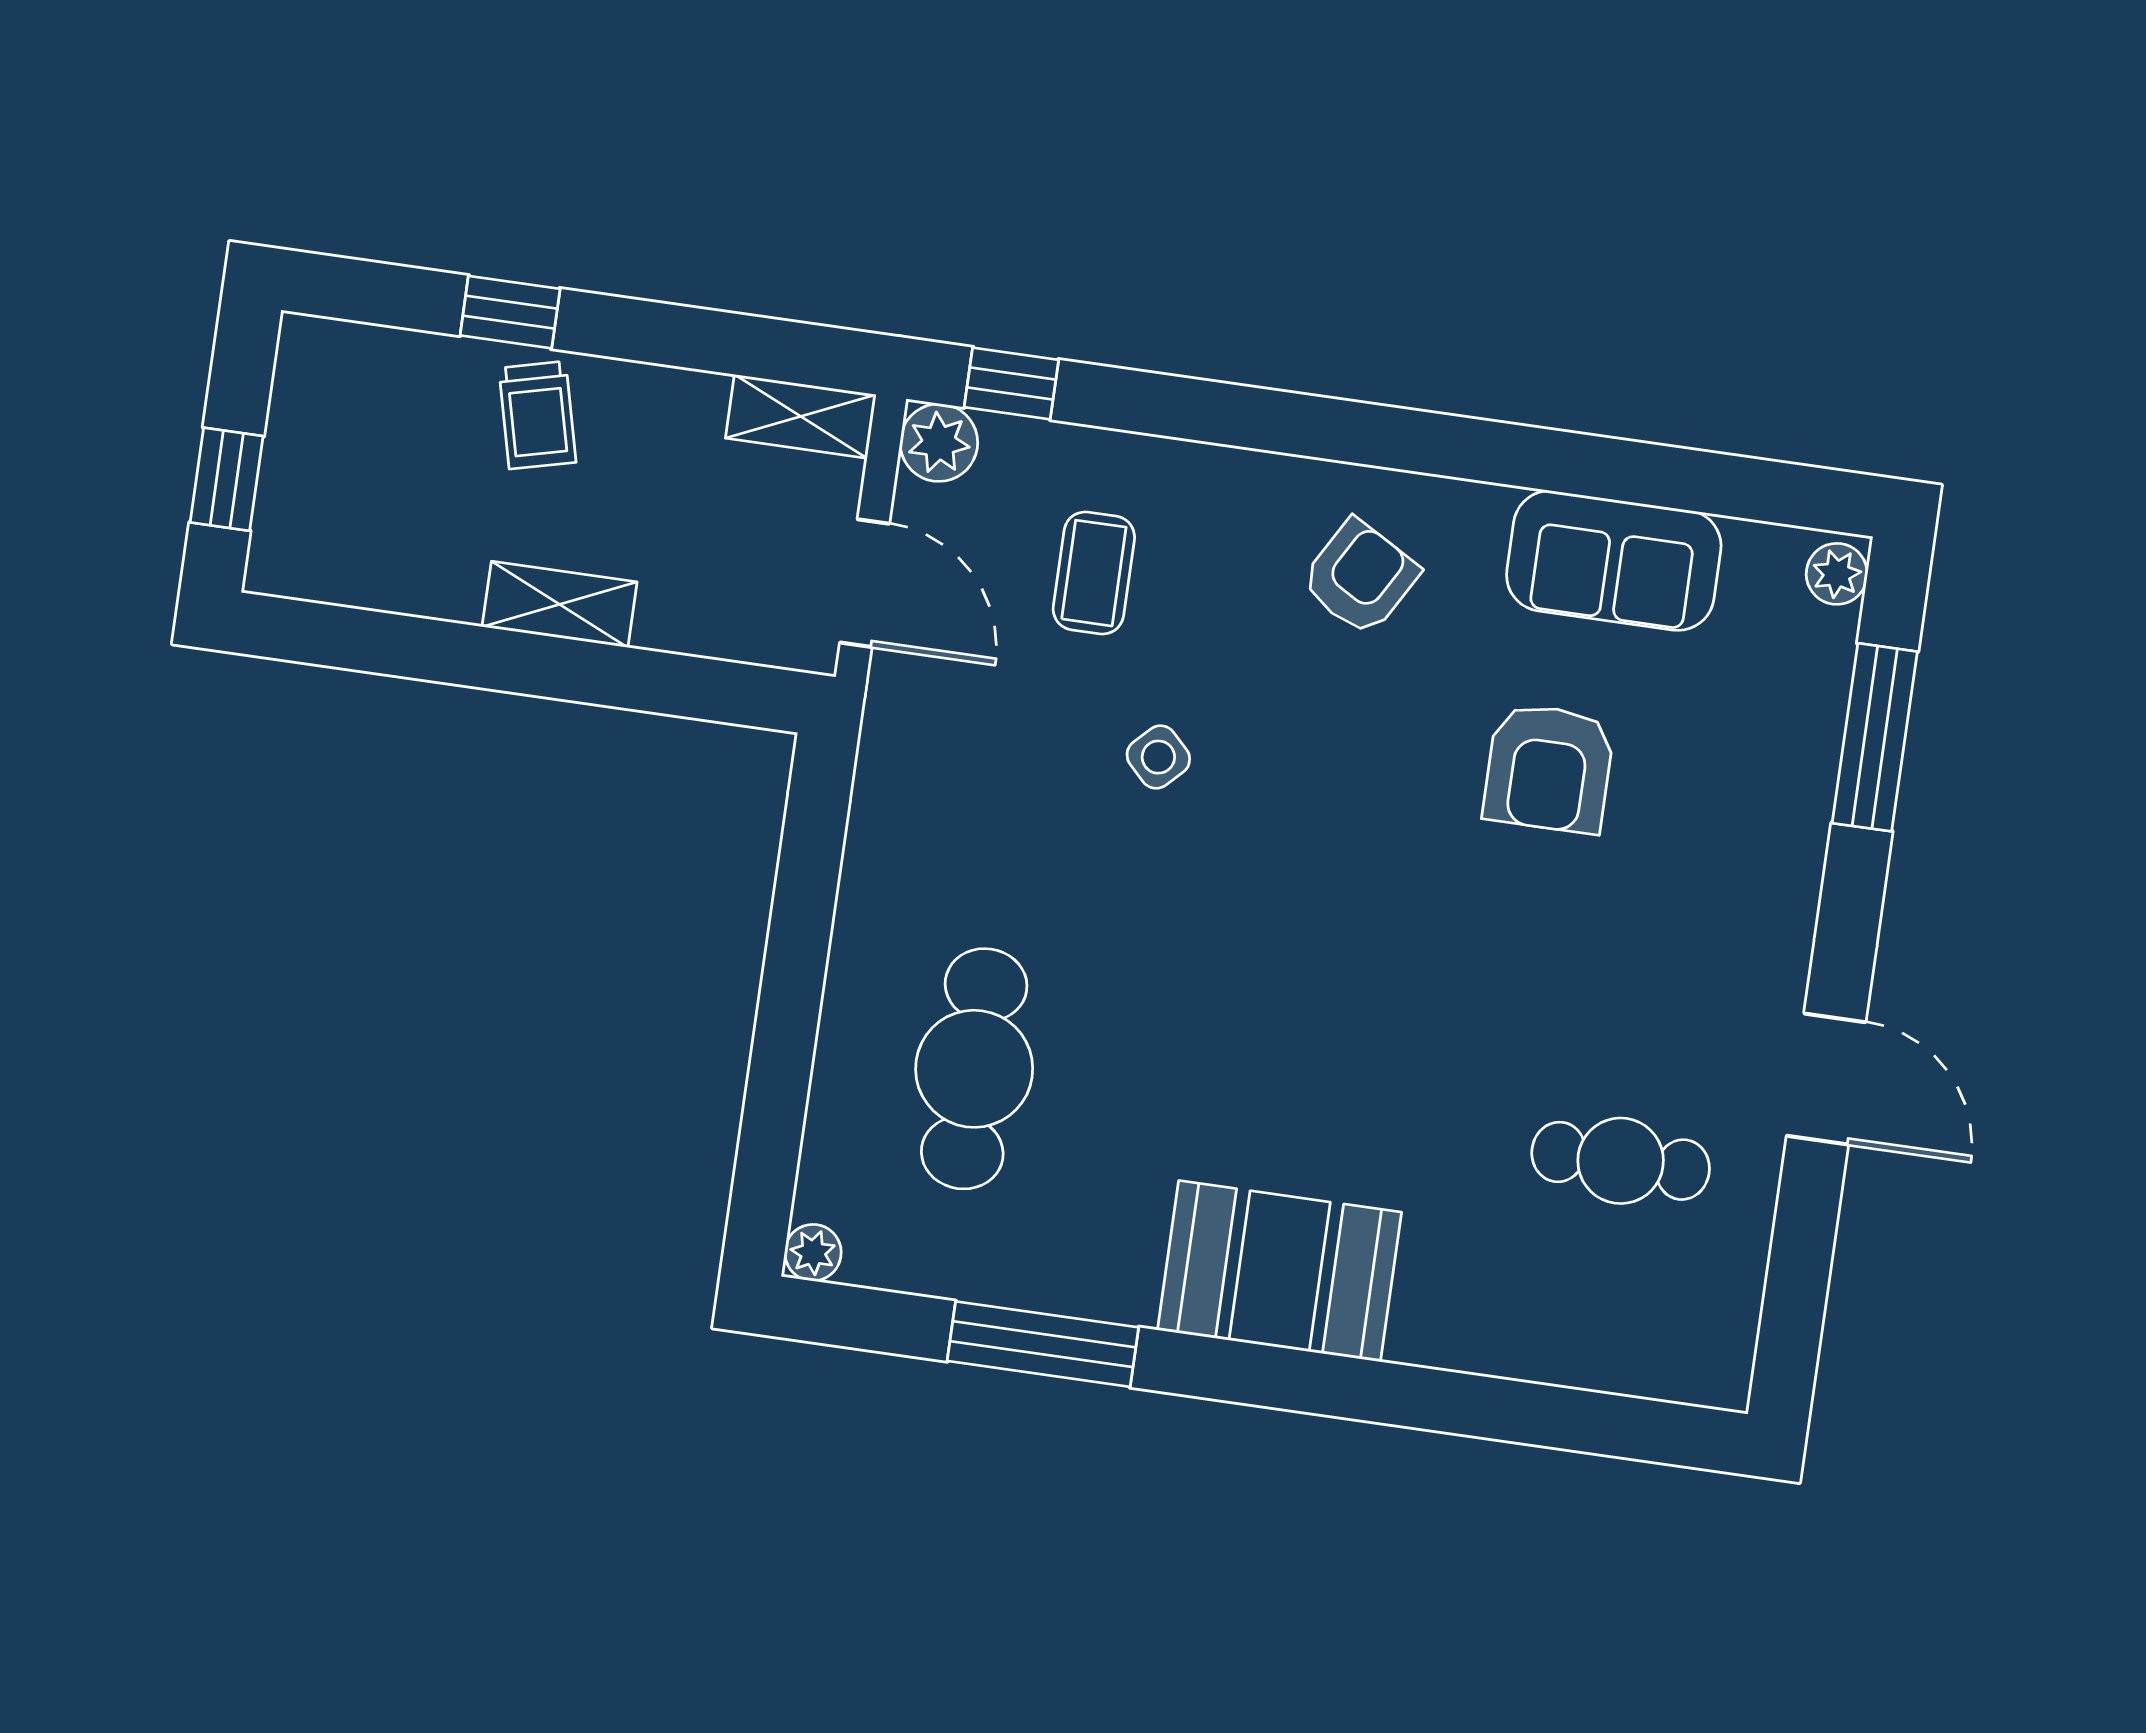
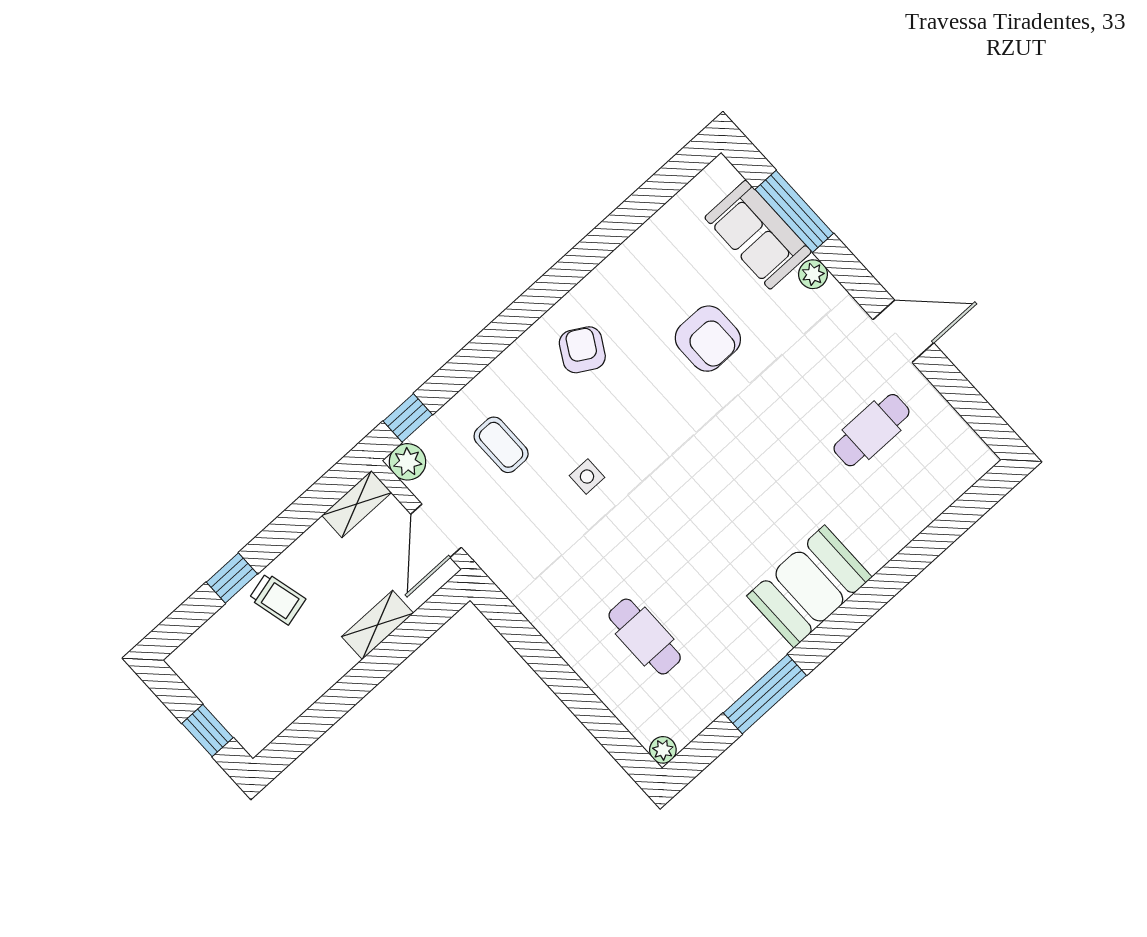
sofa: (1614, 561) -> (758, 235), moved, turned 90
plant: (1837, 574) -> (813, 274), moved
door: (865, 583) -> (436, 531), swing flipped
shelving: (560, 604) -> (377, 625), moved
side table: (1158, 757) -> (587, 477), turned 45
cafe table: (974, 1069) -> (645, 637), width x0.73, depth x0.74

